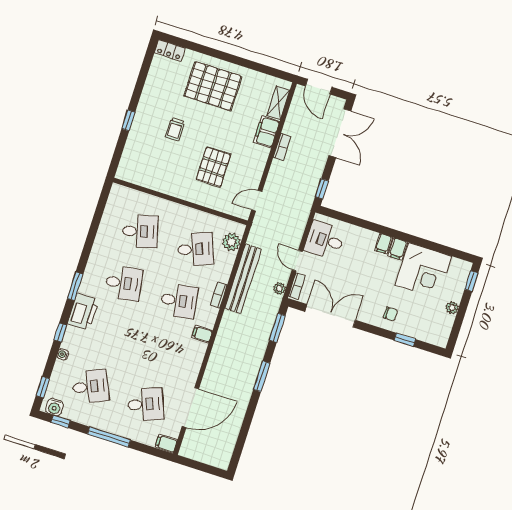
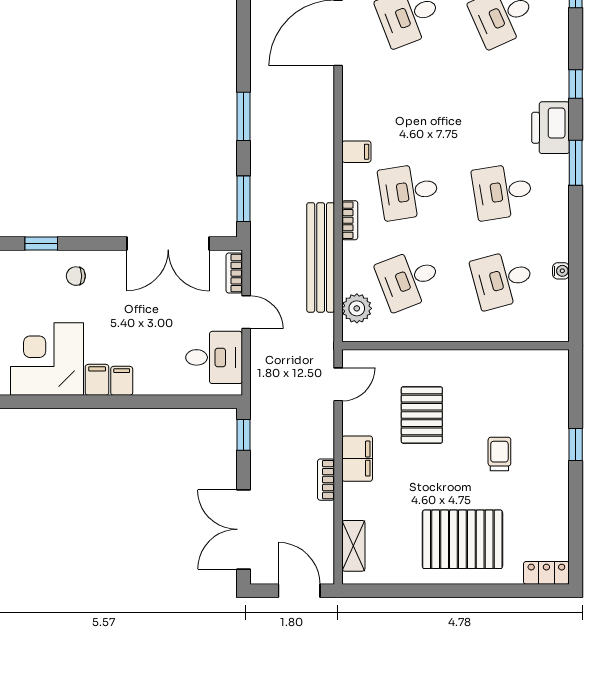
filing cabinet: (267, 132) -> (357, 459), moved
plant: (279, 288) -> (260, 260), removed
water cooler: (63, 354) -> (561, 271), moved

